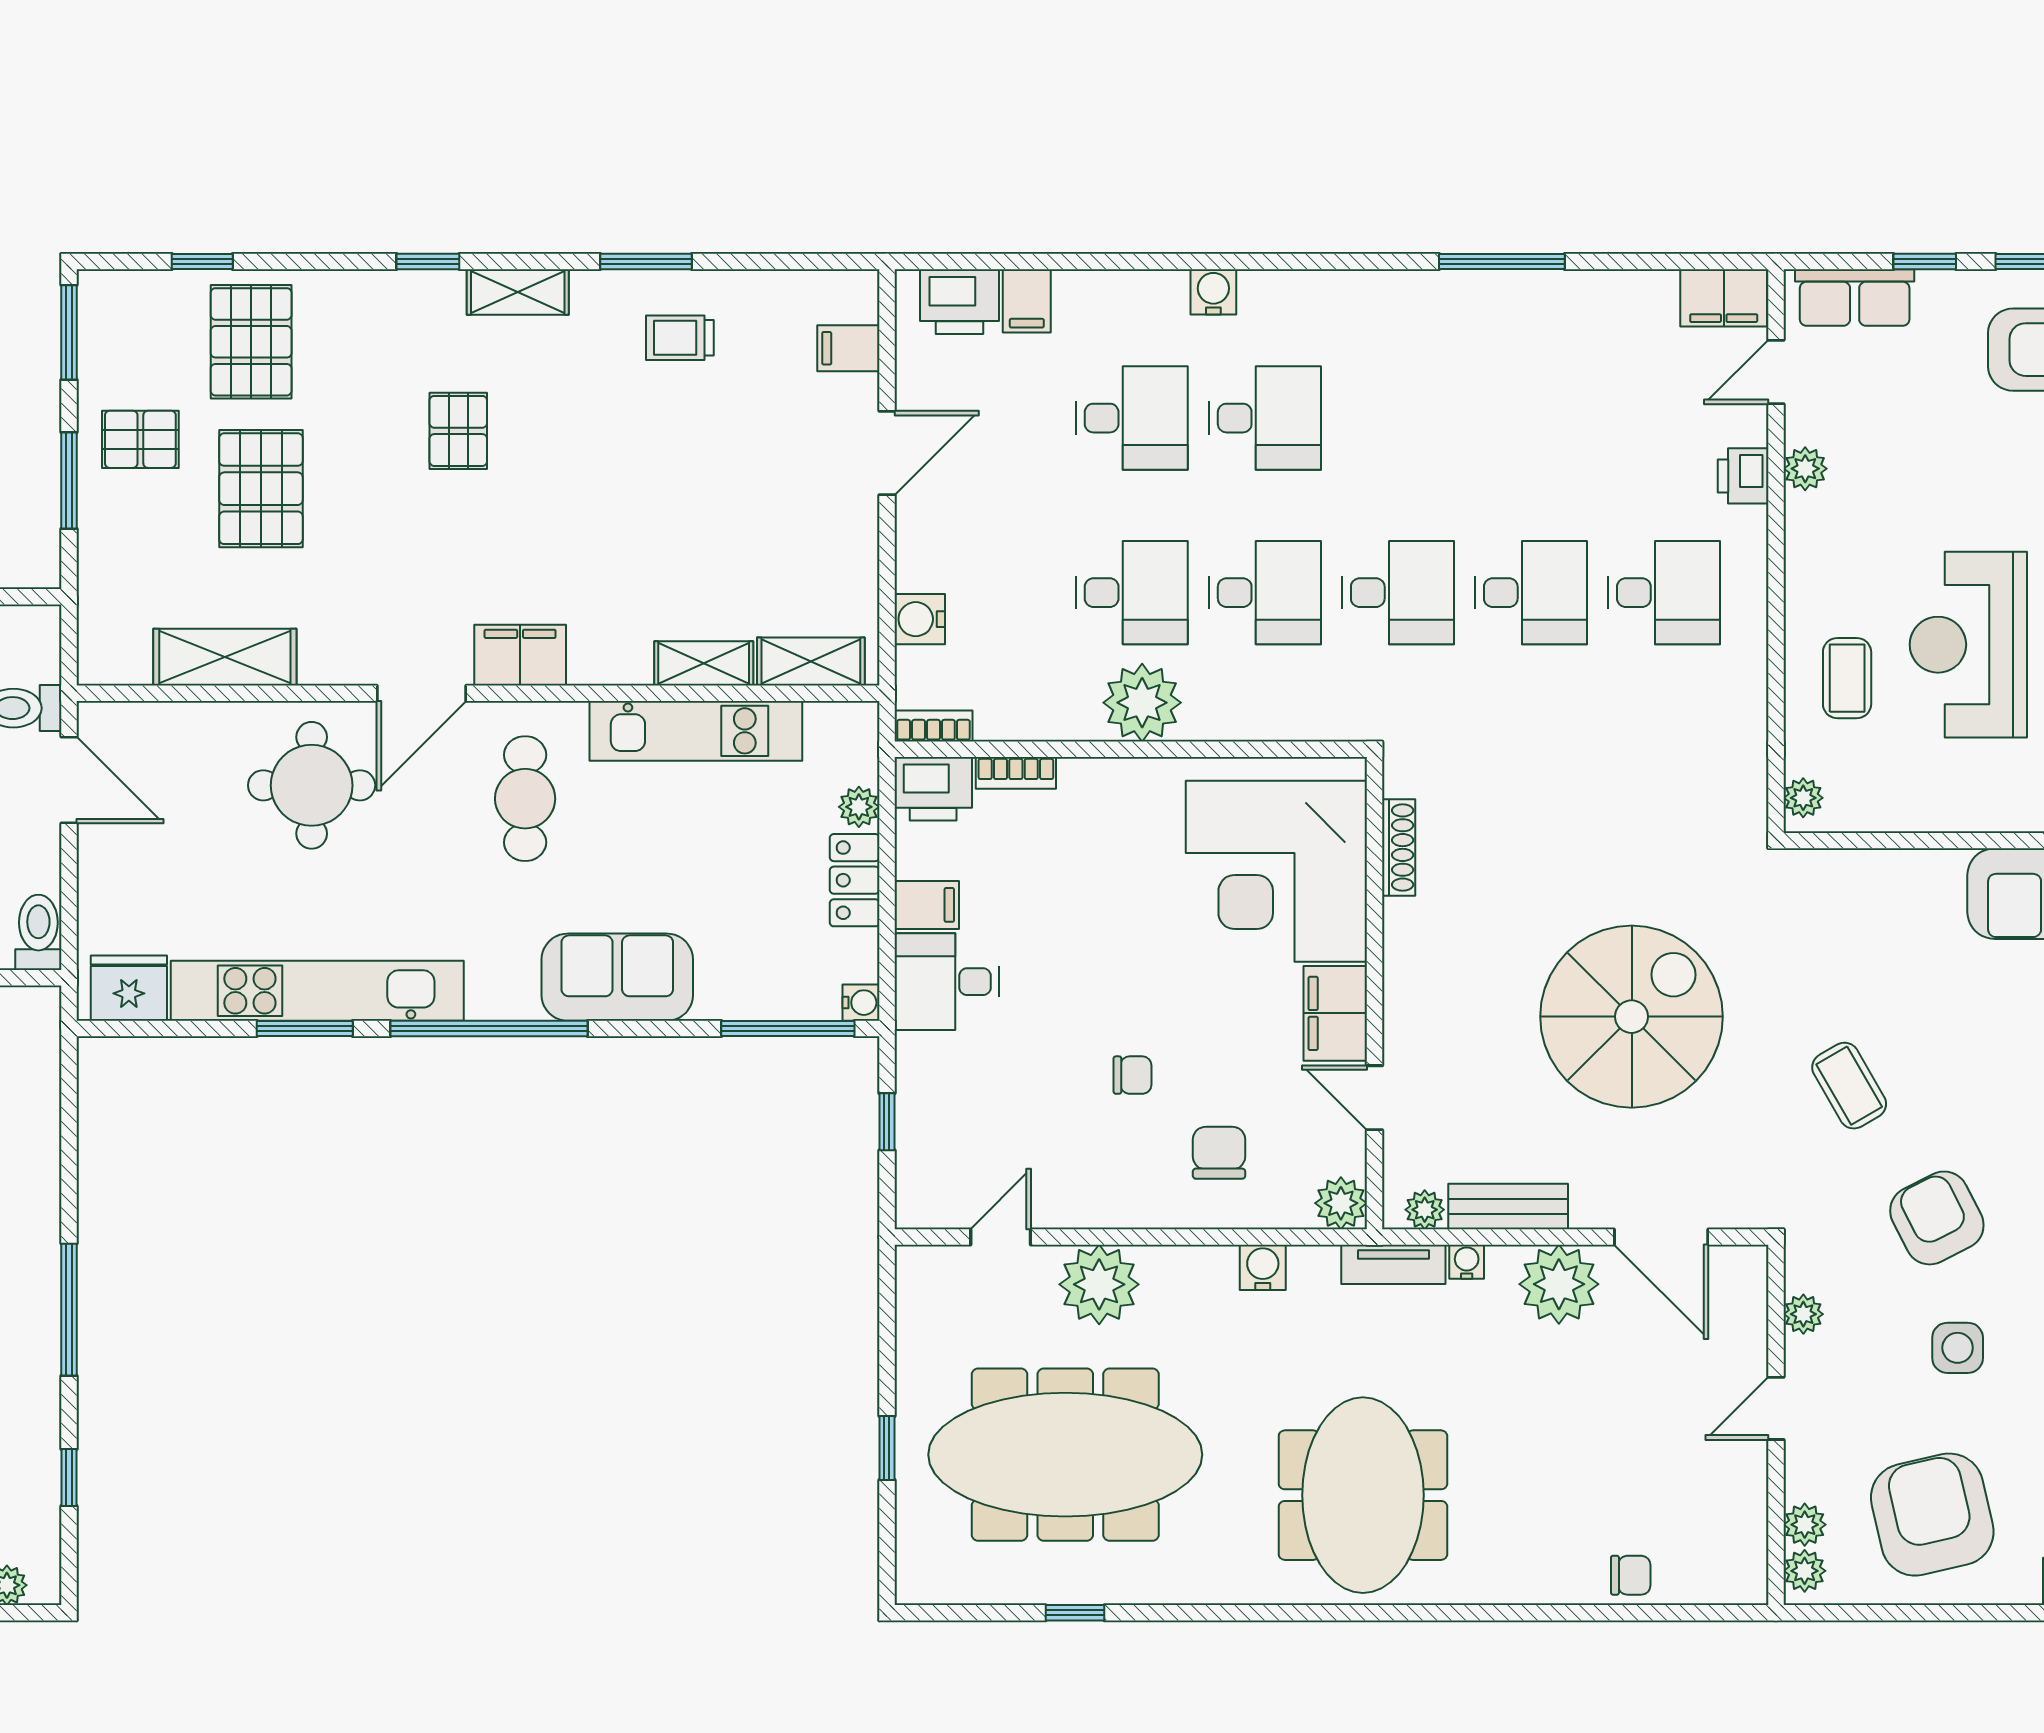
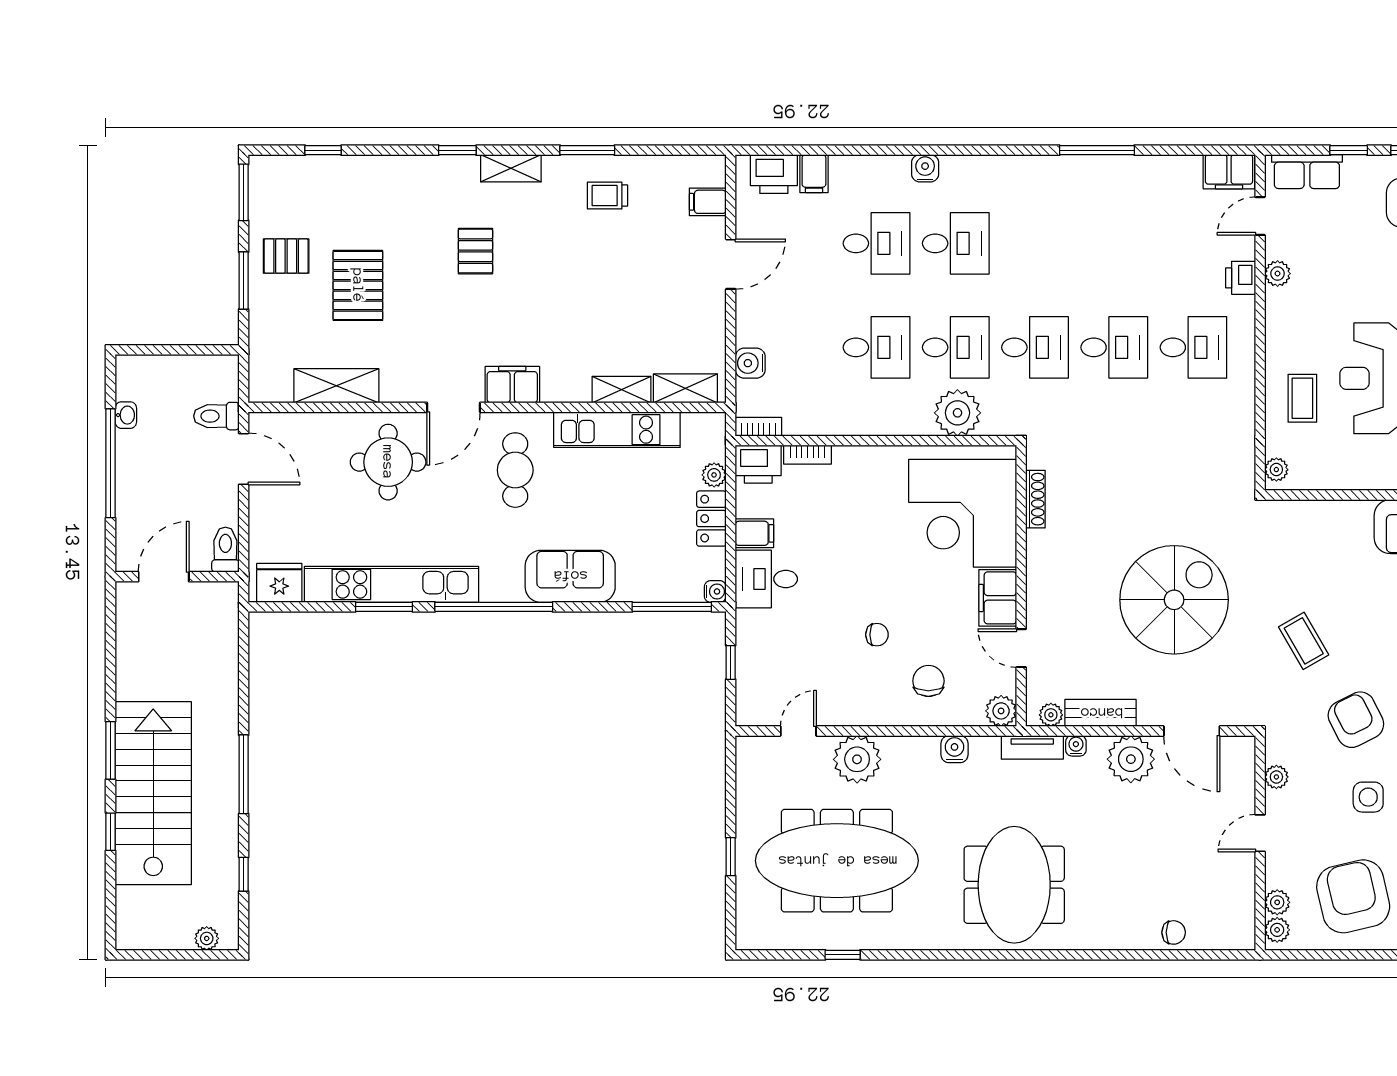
pallet: (251, 342) -> (352, 198), removed
plant: (1142, 703) -> (957, 413), moved

